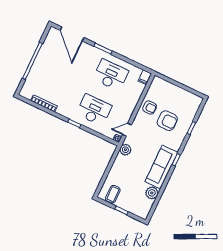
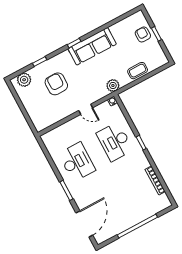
desk: (111, 75) -> (77, 162), turned 180
filing cabinet: (145, 77) -> (48, 137), removed
armchair: (150, 107) -> (143, 34), moved
door: (127, 130) -> (86, 109), moved
plant: (152, 193) -> (24, 80), moved
coffee table: (113, 194) -> (138, 71), moved

